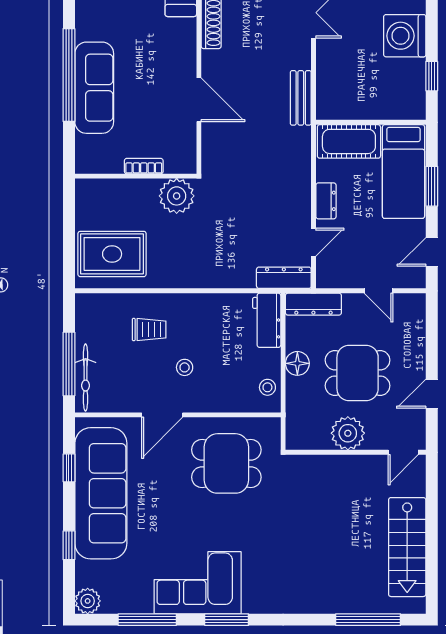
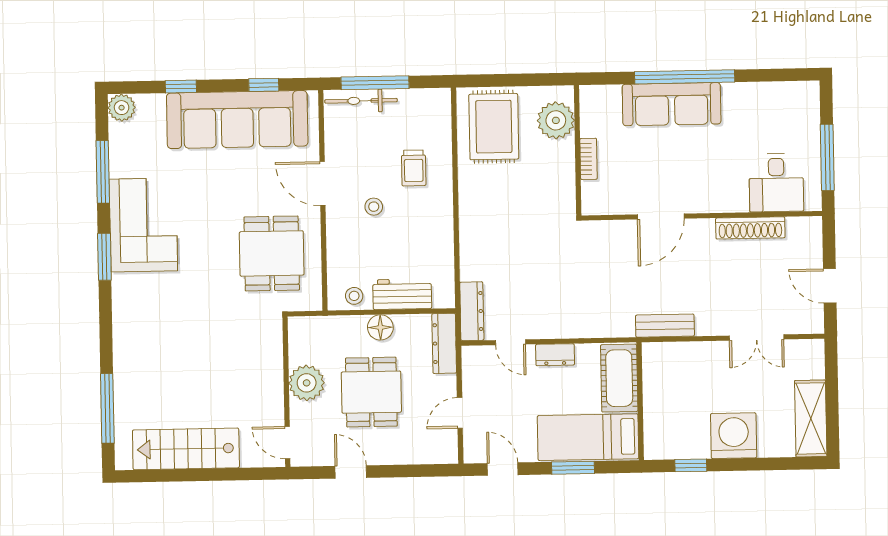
plant: (177, 196) -> (556, 120), moved
workbench: (267, 320) -> (402, 294), moved

